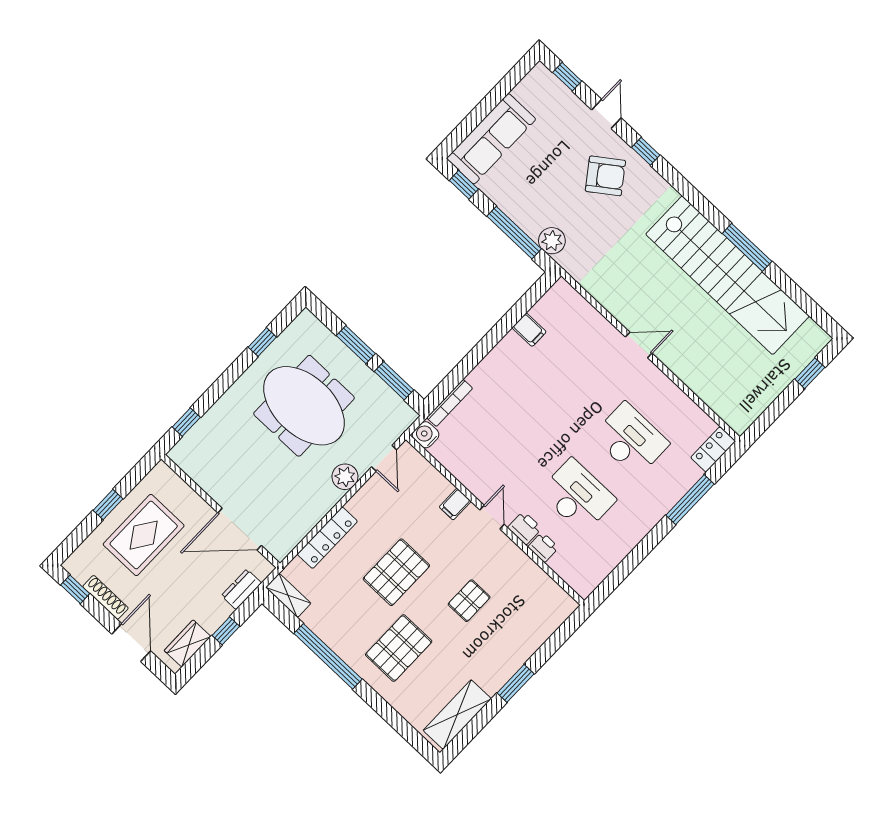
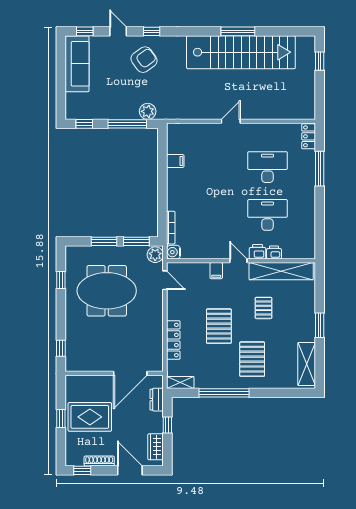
sofa: (491, 139) -> (77, 64), moved
plant: (345, 477) -> (155, 255), moved
rug: (144, 535) -> (90, 417), turned 90
shelving: (531, 577) -> (281, 271), added

